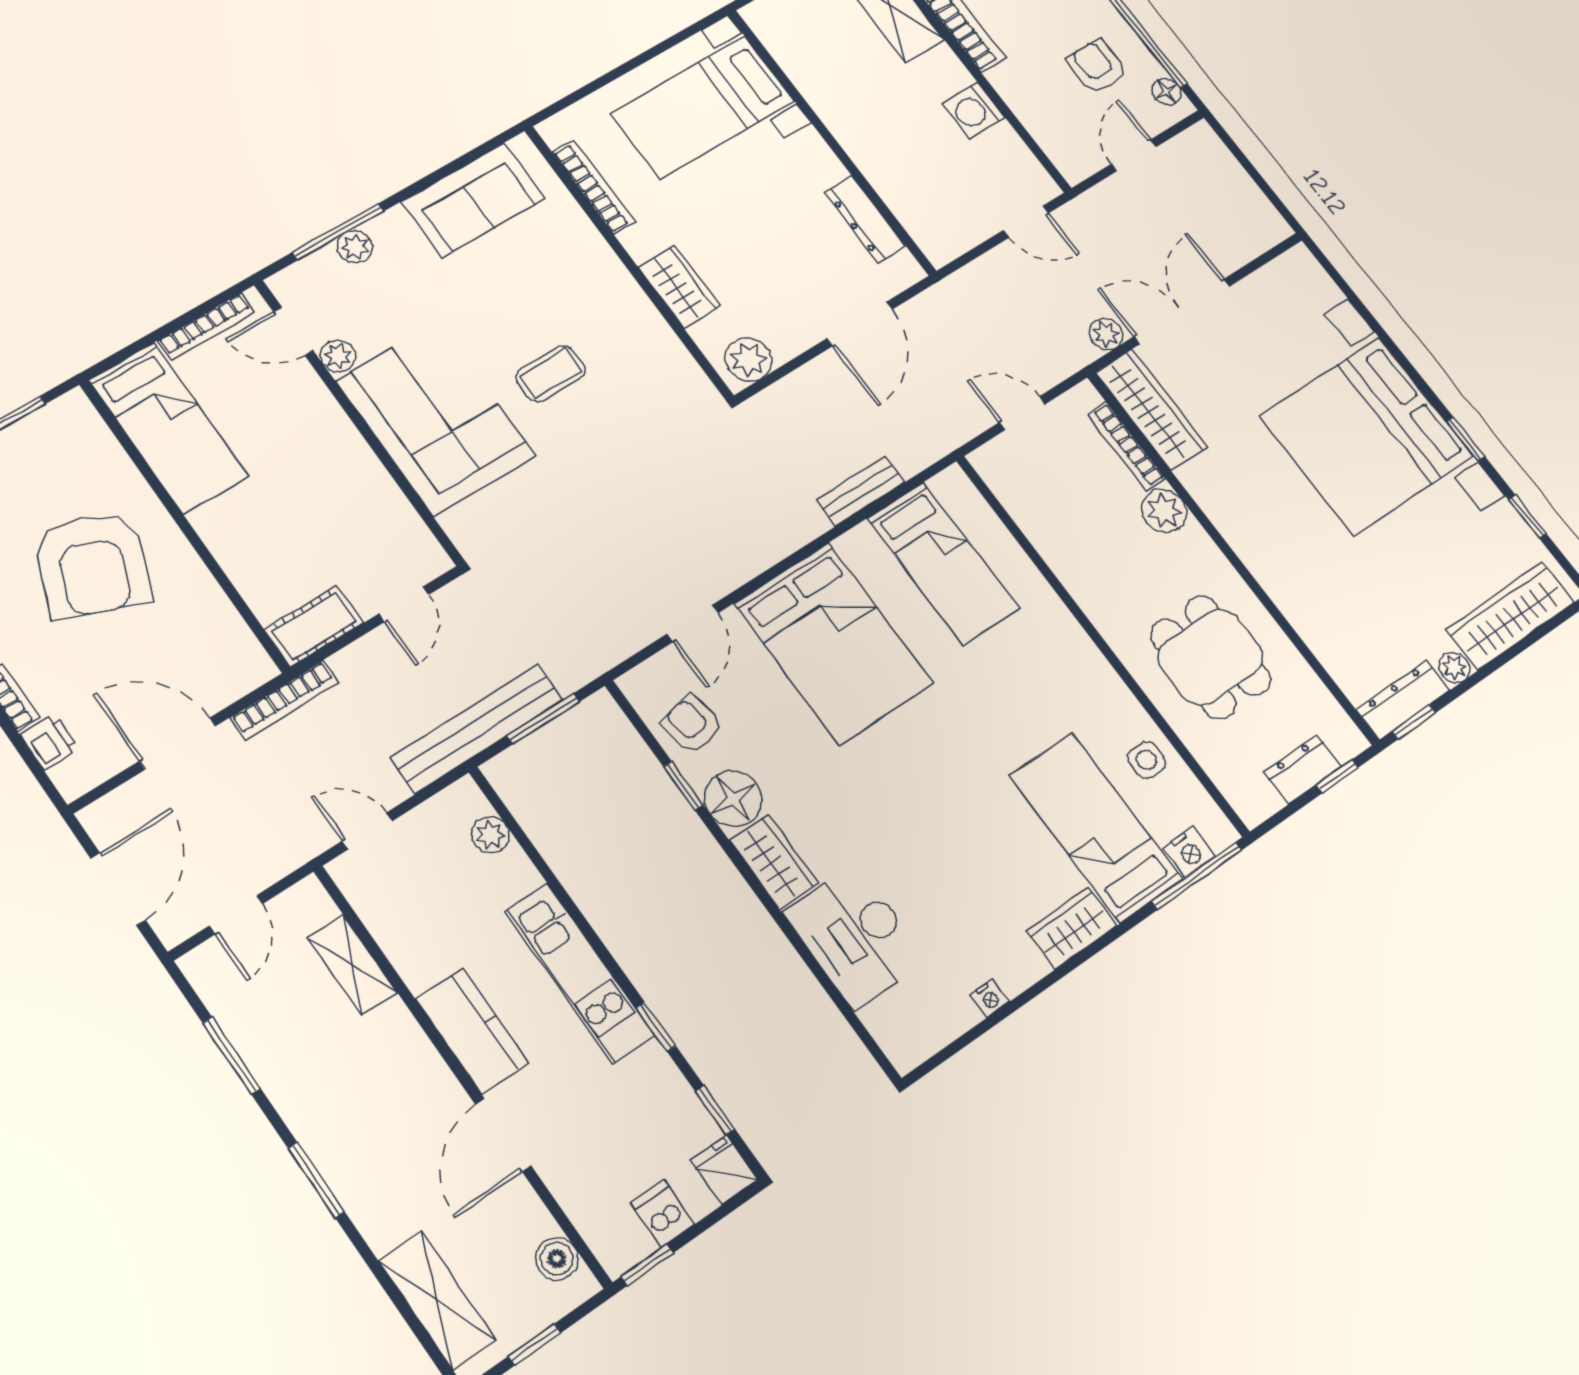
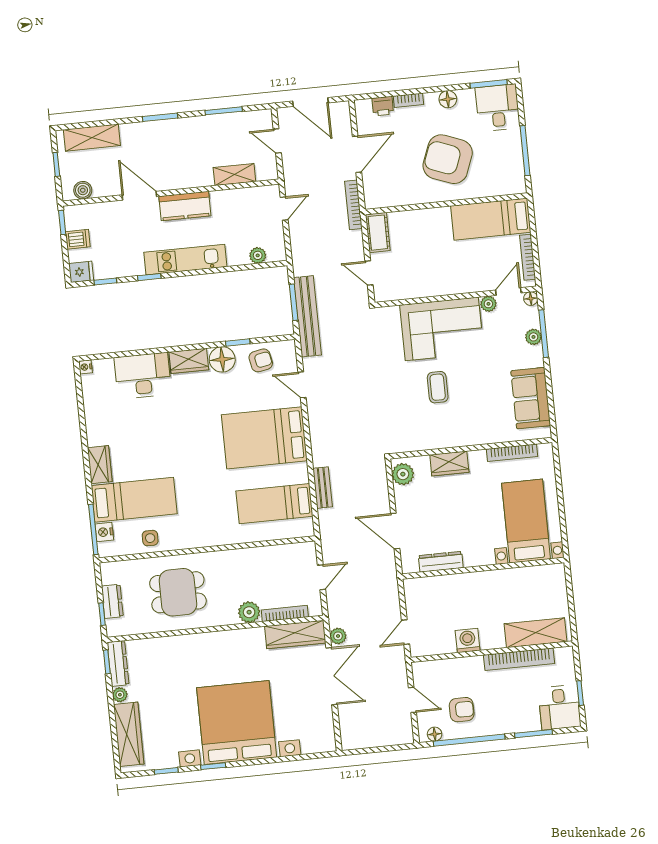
floor lamp: (284, 285) -> (531, 299), added
bench: (477, 729) -> (307, 316), moved
nightstand: (990, 998) -> (85, 367), moved

